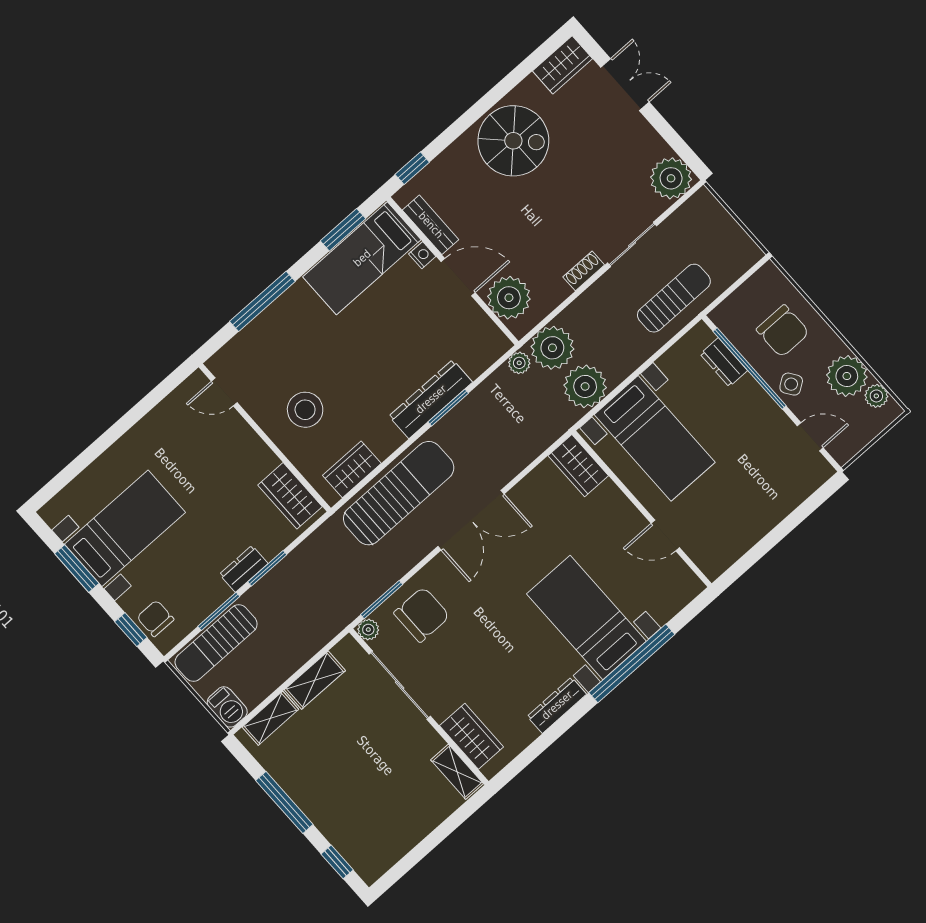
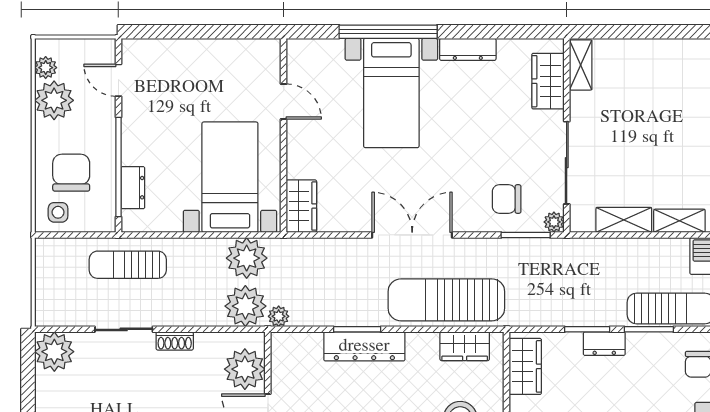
side table: (791, 384) -> (58, 212), moved, turned 35
chair: (422, 615) -> (507, 199), width x0.73, depth x0.73

